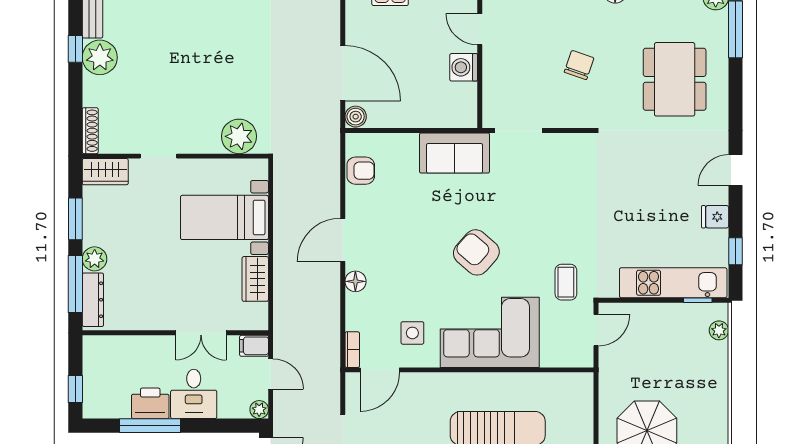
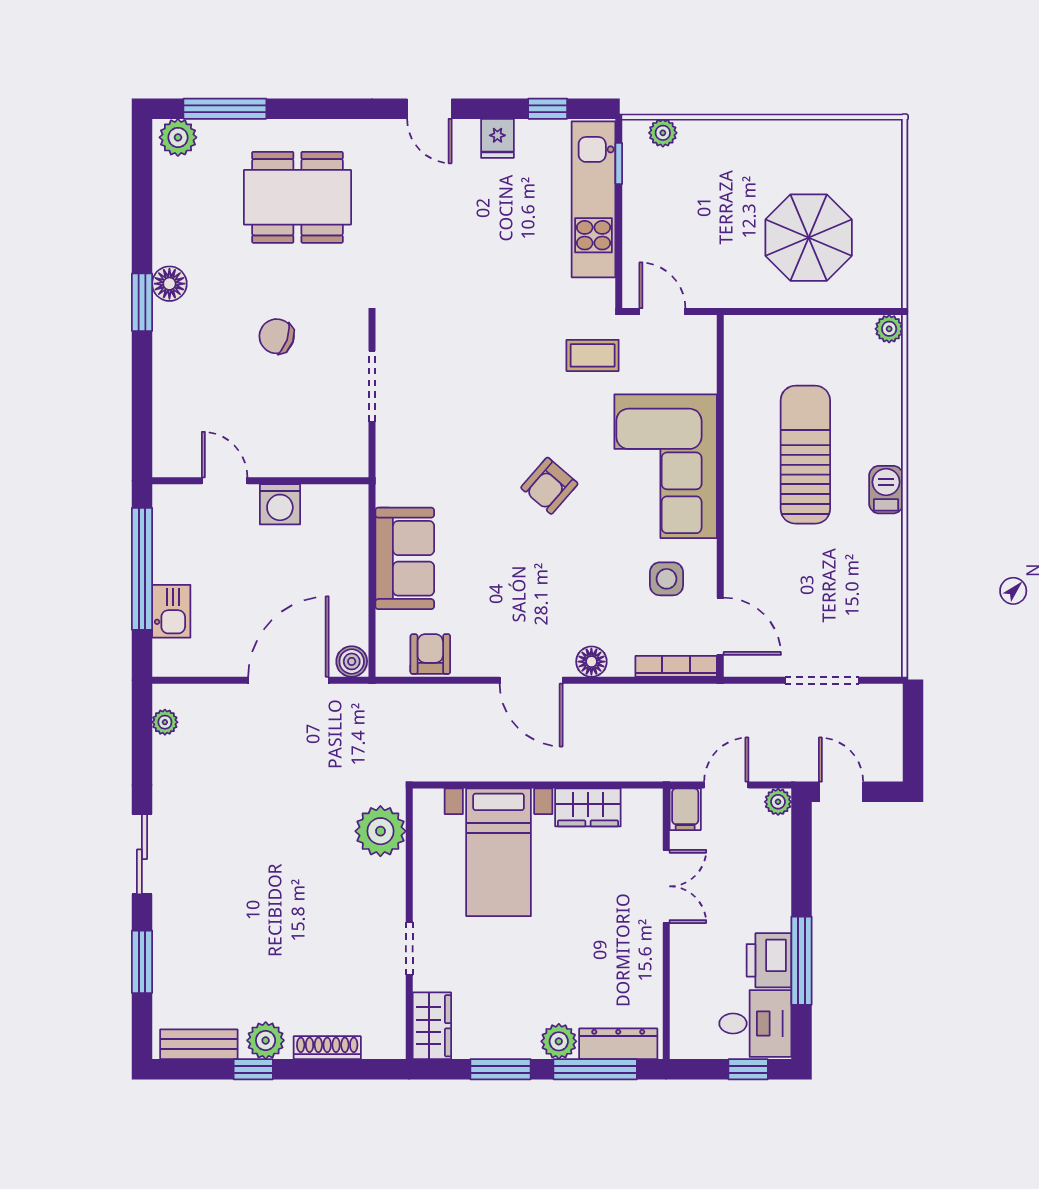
door: (480, 29) -> (225, 481), swing flipped
plant: (100, 57) -> (266, 1040), width x0.73, depth x0.73
shoe rack: (90, 131) -> (327, 1048), moved
doorway: (518, 131) -> (372, 386), moved
sofa: (455, 153) -> (405, 558), moved
armchair: (476, 252) -> (549, 486), width x0.72, depth x0.72
bookcase: (352, 350) -> (676, 666), width x1.56
desk: (194, 394) -> (755, 1023), moved

